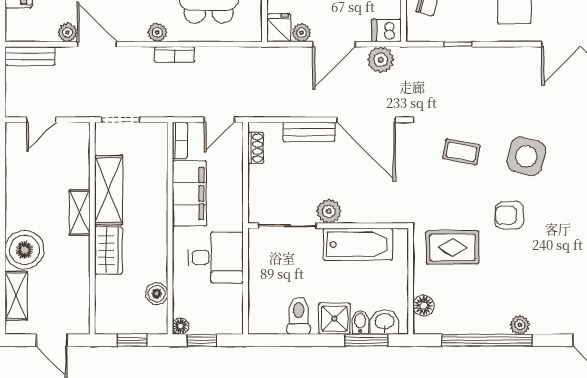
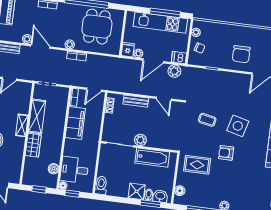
door: (366, 120) -> (164, 99), width x0.53
desk: (216, 257) -> (74, 170), moved, turned 180
toilet: (299, 315) -> (101, 185), moved

